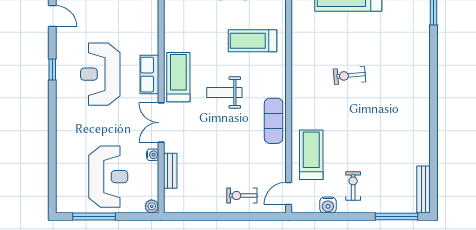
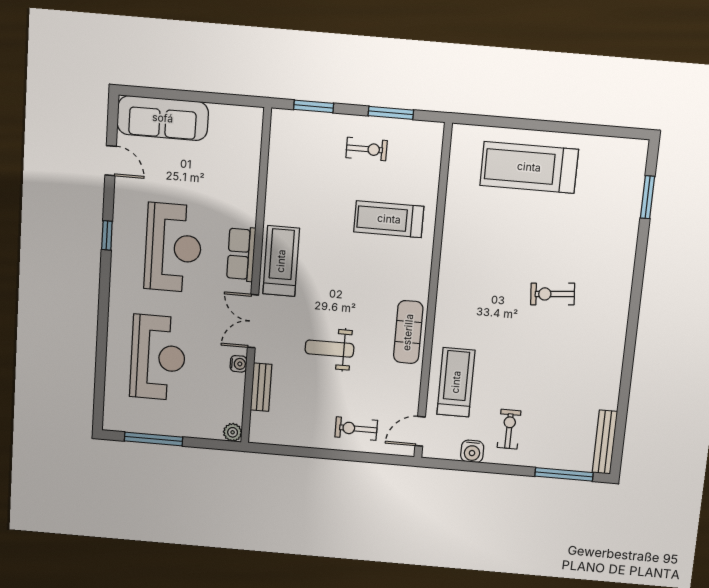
reception desk: (100, 74) -> (173, 248), turned 180
exercise bike: (349, 75) -> (553, 294), moved
weight bench: (224, 92) -> (329, 349), moved
reception desk: (108, 177) -> (158, 358), moved

